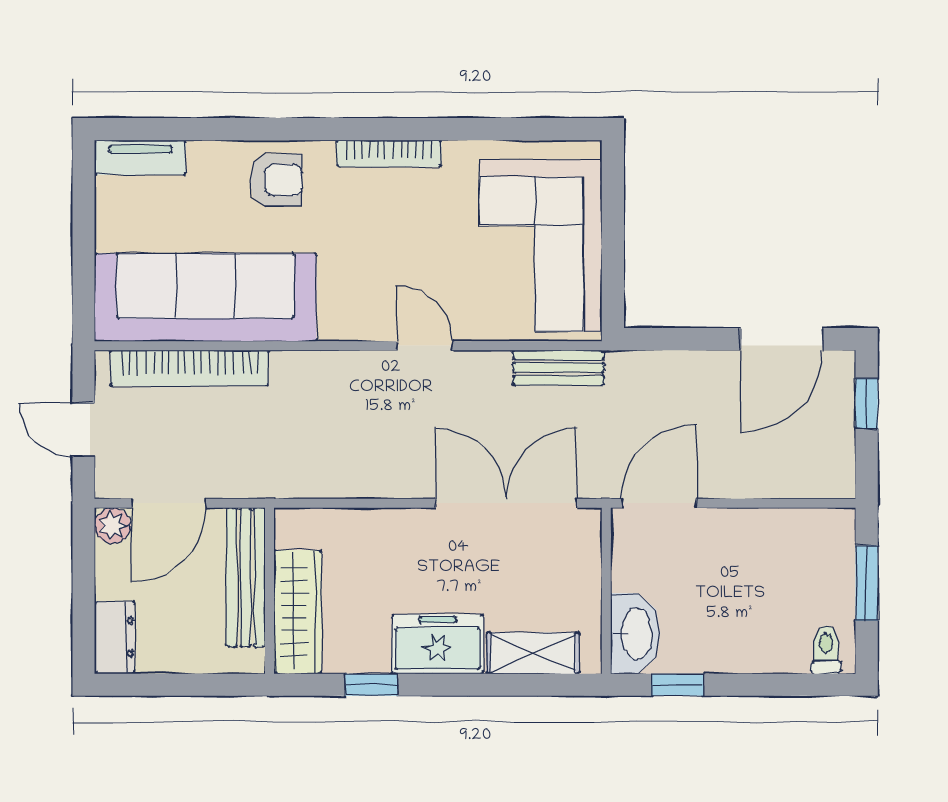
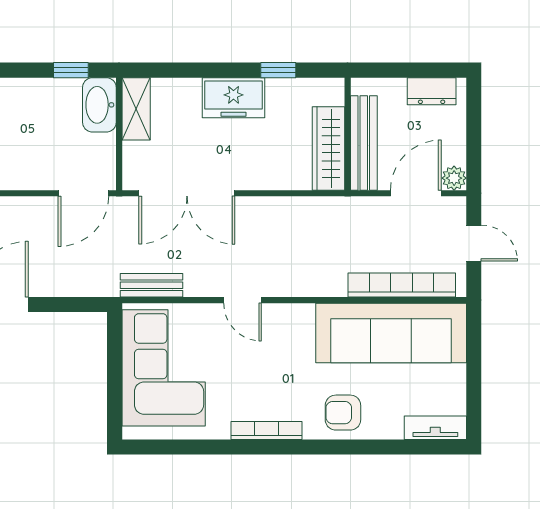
wardrobe: (298, 612) -> (328, 149), moved
dresser: (115, 637) -> (432, 91), moved, turned -90
shelving: (533, 653) -> (136, 109), moved, turned 90

